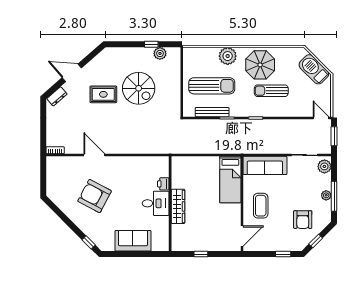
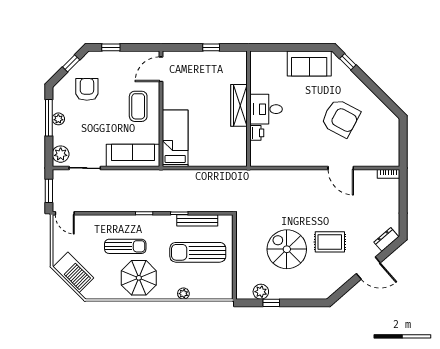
plant: (228, 56) -> (183, 294), width x0.53, depth x0.53
sofa: (133, 241) -> (309, 64), moved

